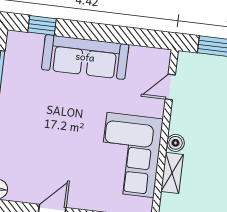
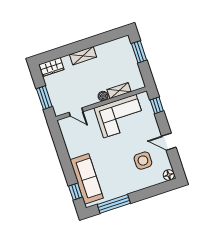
sofa: (85, 57) -> (87, 179), moved
side table: (41, 158) -> (143, 161), added

